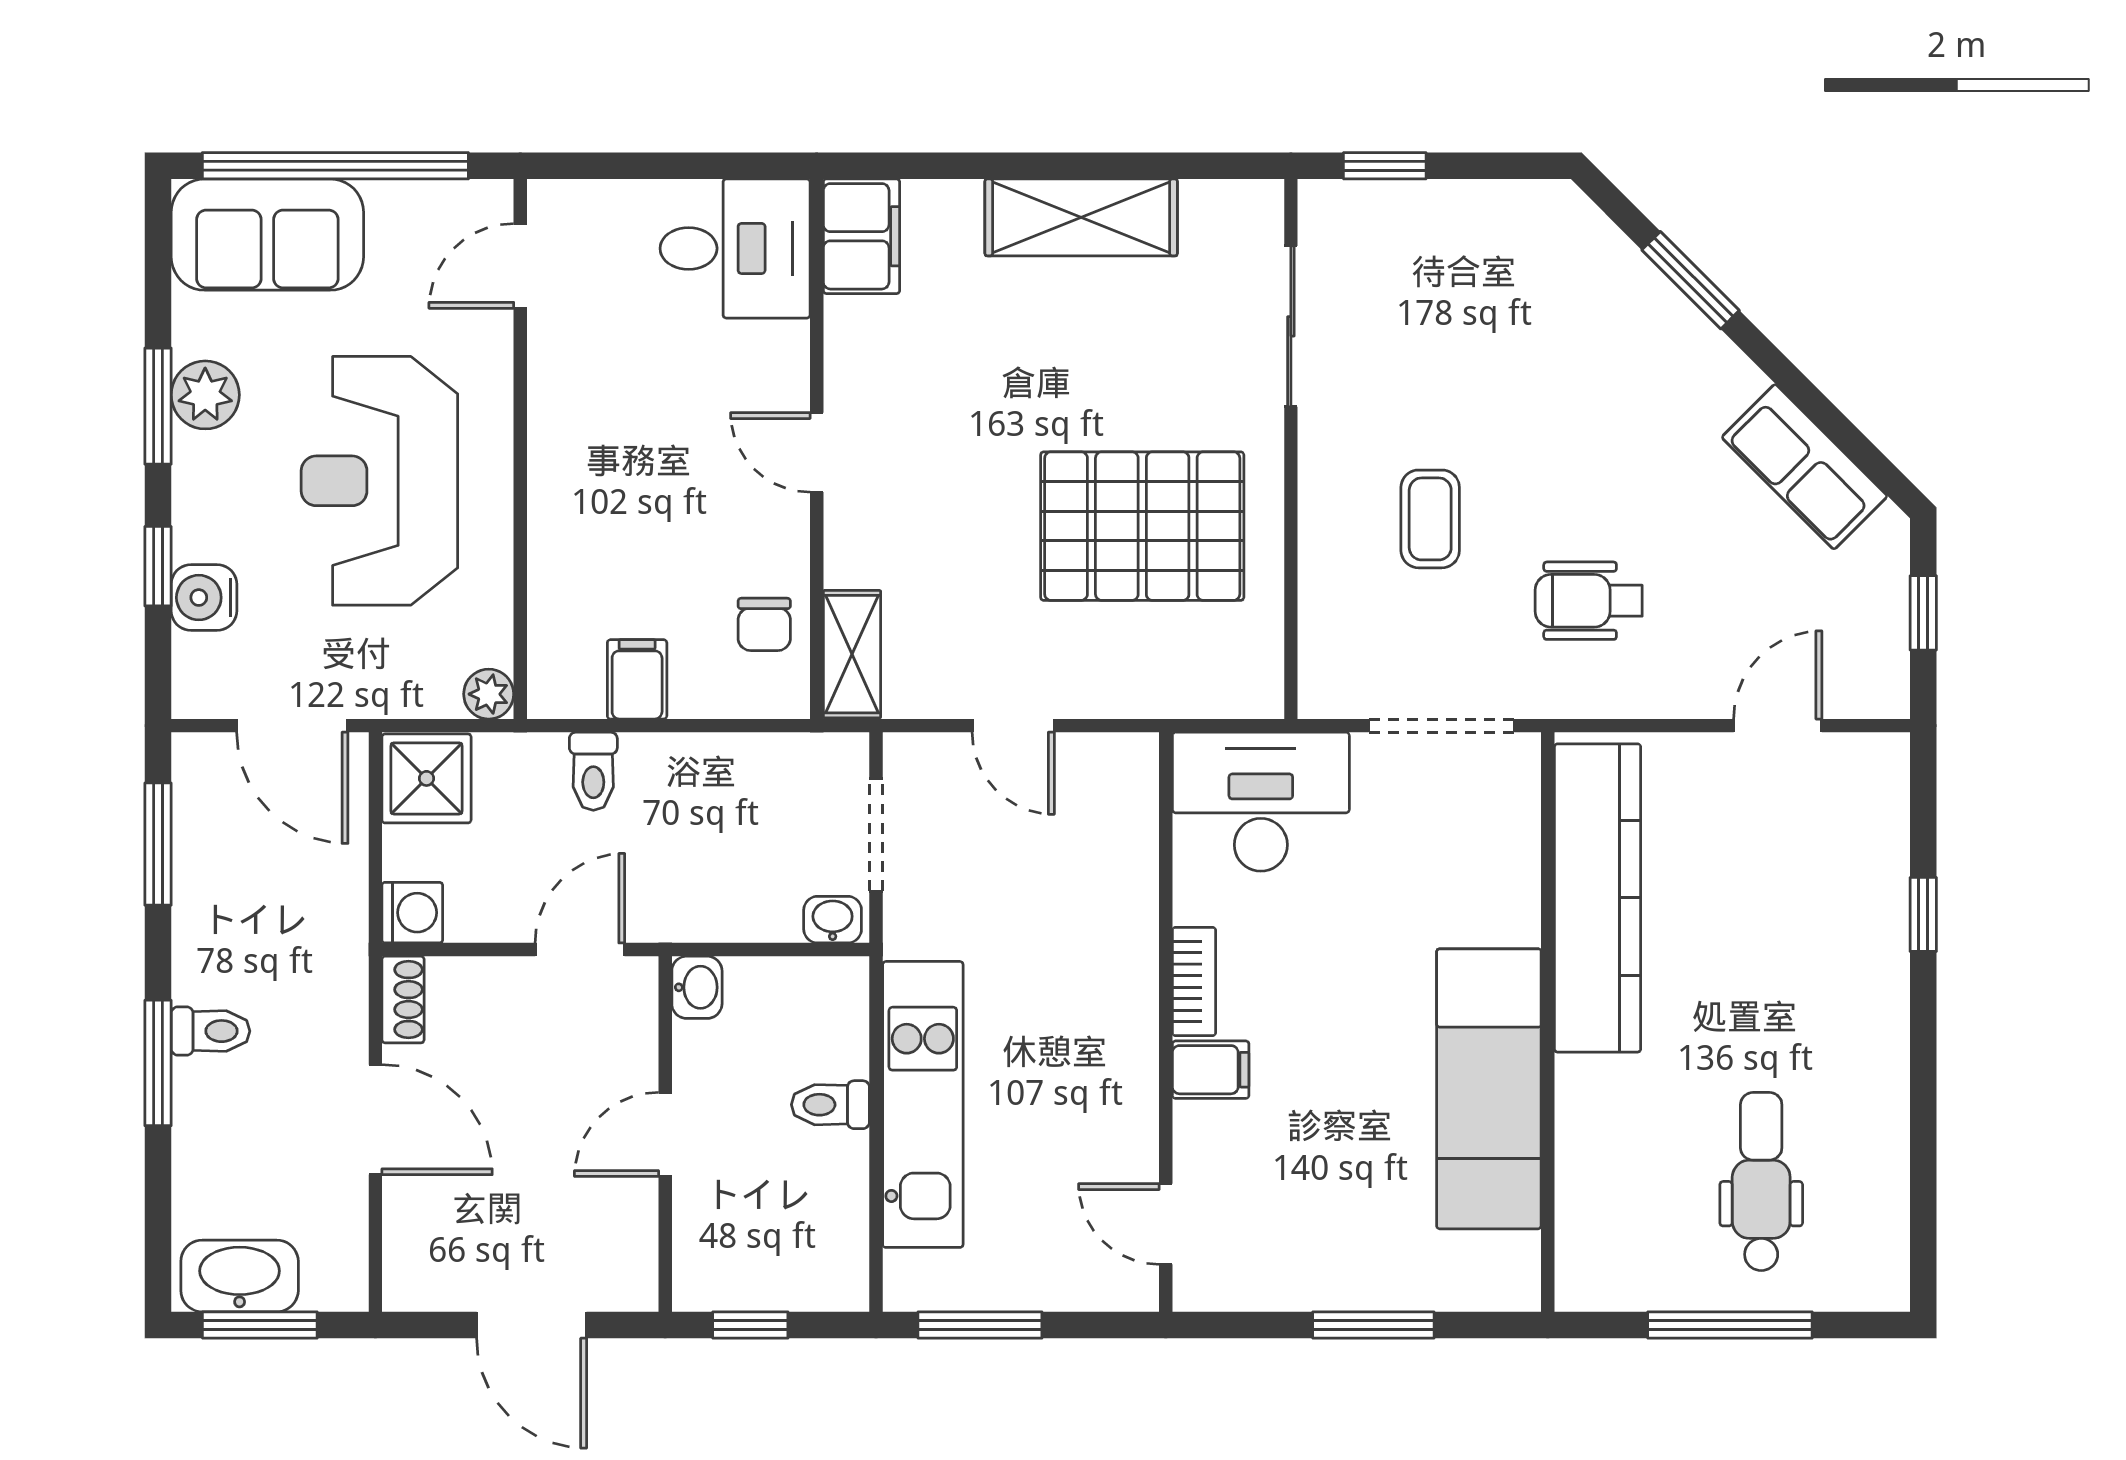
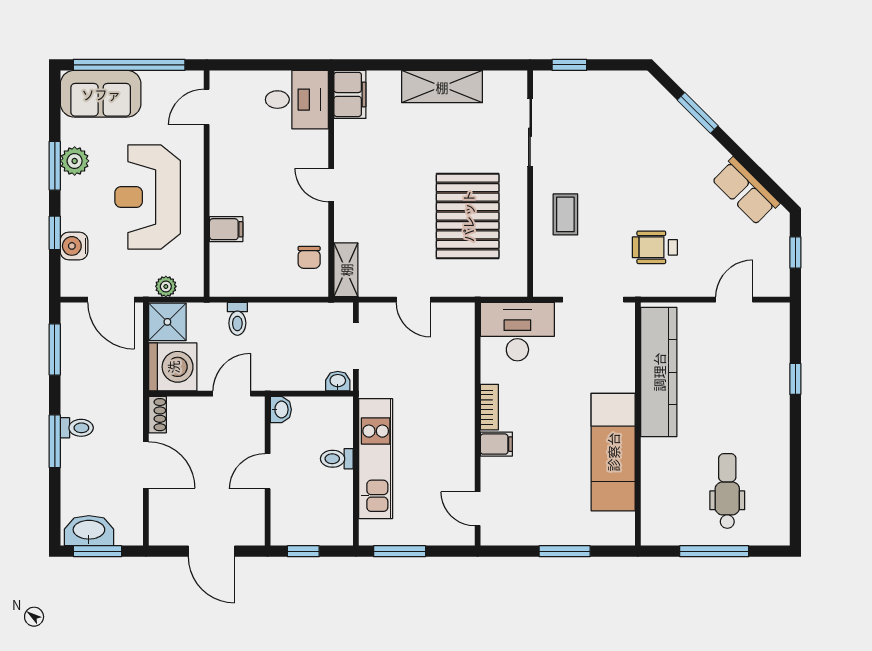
coffee table: (1430, 519) -> (565, 214), moved
pallet: (1142, 526) -> (468, 216), turned 90
filing cabinet: (637, 679) -> (226, 229), moved, turned 90
plant: (489, 694) -> (166, 286), moved
washing machine: (412, 913) -> (173, 367), width x1.89, depth x1.89

